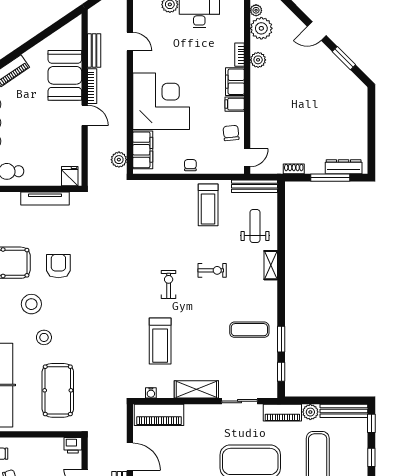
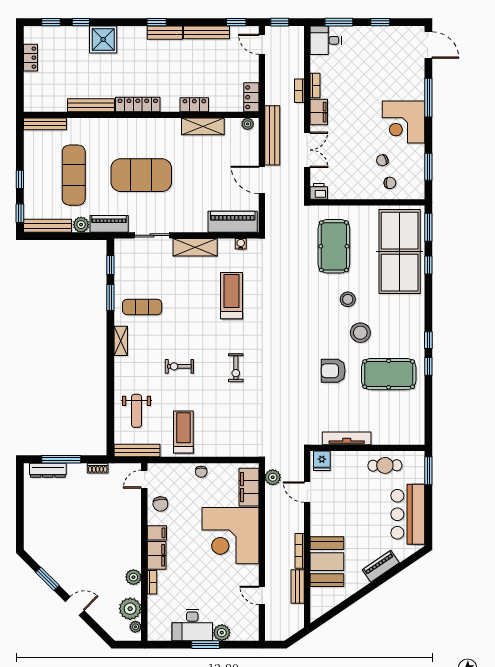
door: (85, 115) -> (307, 492), moved
shelving: (271, 265) -> (121, 341), moved
armchair: (58, 266) -> (333, 371), turned 90
exercise bike: (169, 284) -> (236, 368), moved

